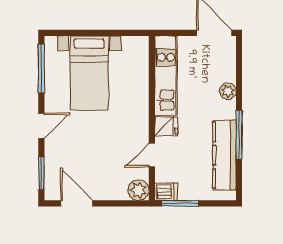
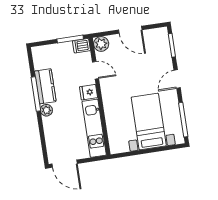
plant: (228, 91) -> (46, 110), moved
door: (152, 155) -> (96, 70), hinge flipped
kitchen counter: (224, 155) -> (45, 86), width x0.67
door: (77, 203) -> (130, 30), moved

